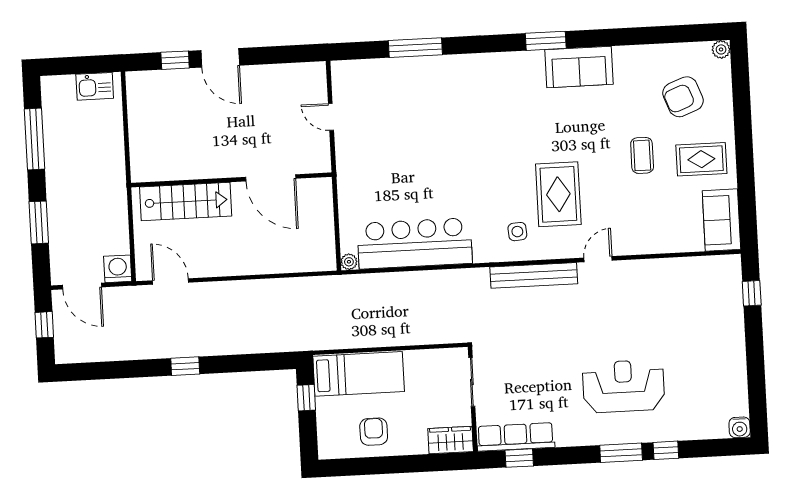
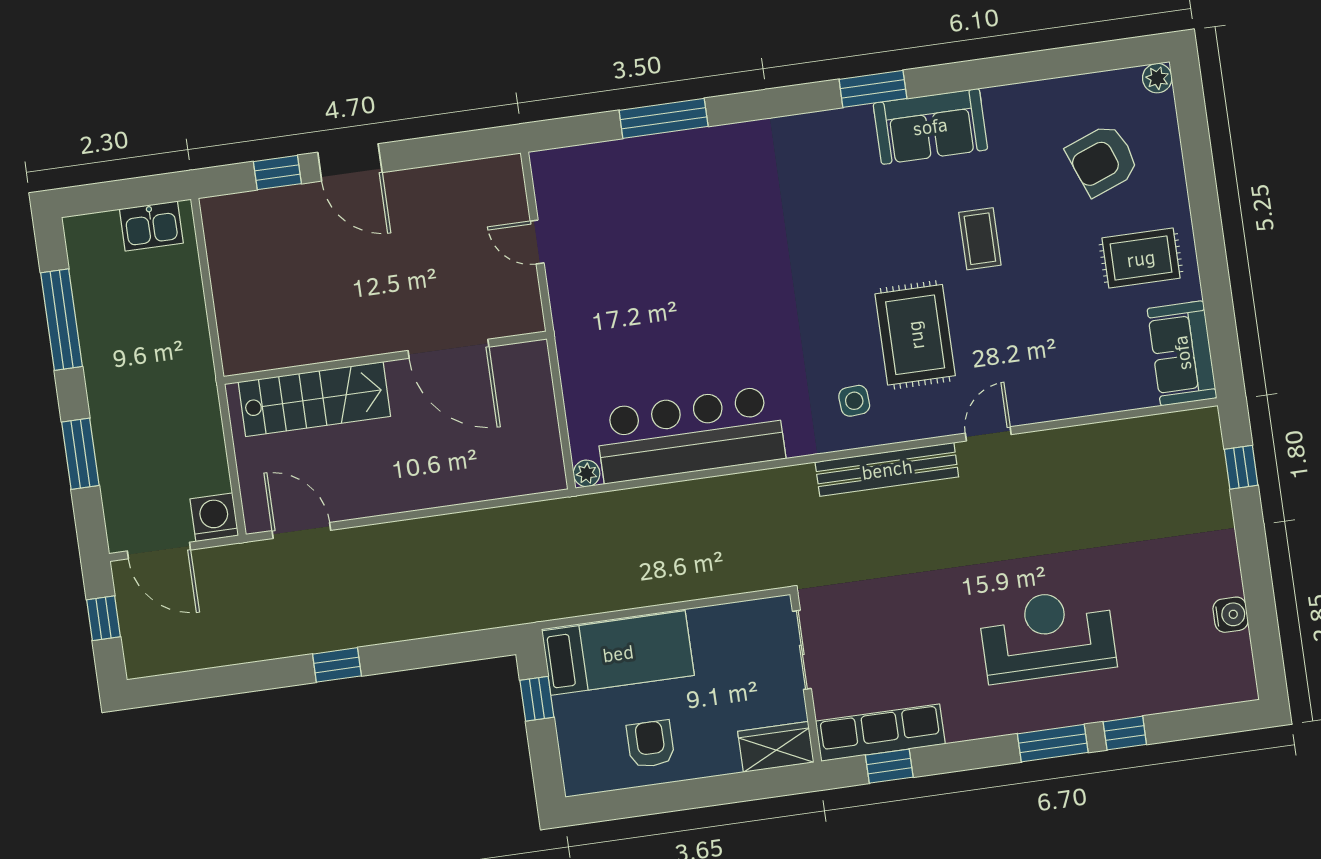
coffee table: (642, 155) -> (980, 239), moved
water cooler: (740, 427) -> (1231, 615), moved, turned -90

